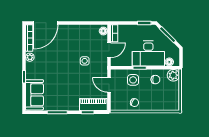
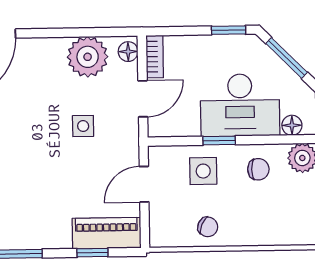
plant: (87, 33) -> (88, 57), added
door: (109, 85) -> (144, 184), hinge flipped

